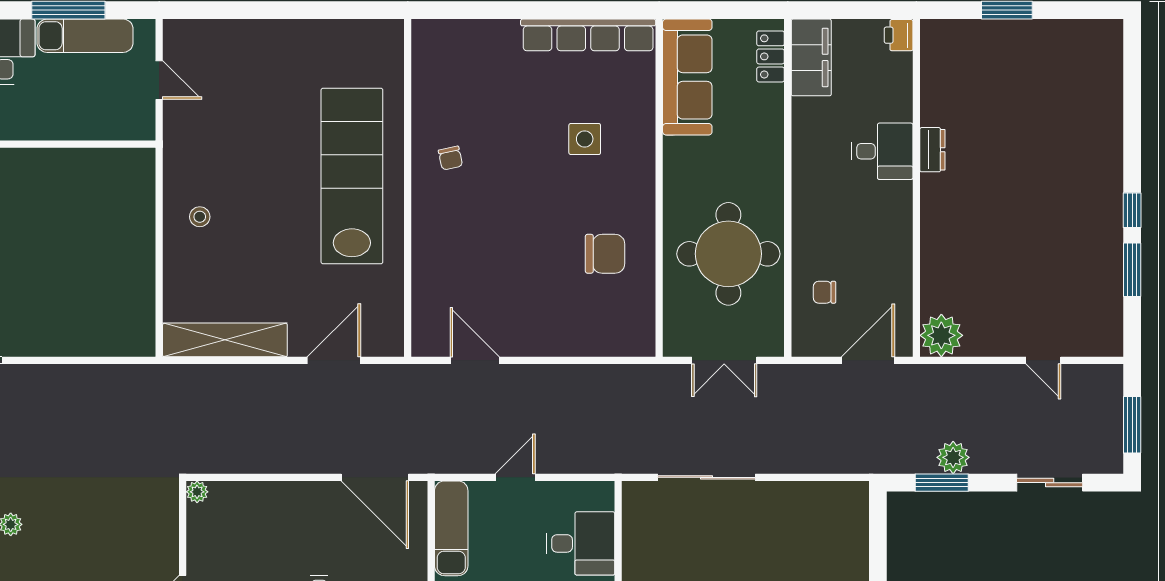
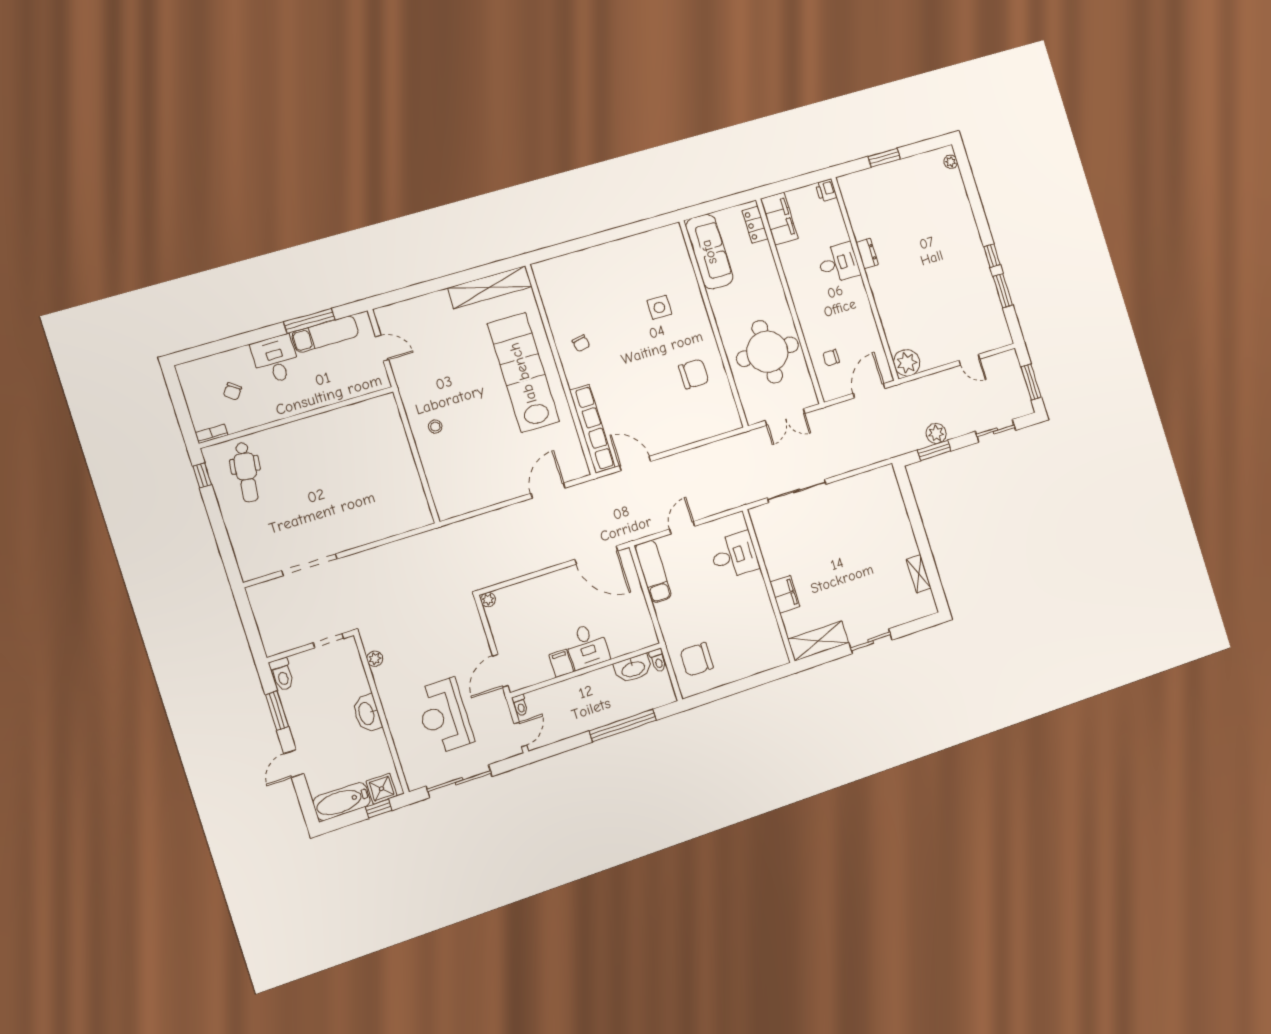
row of seats: (588, 35) -> (592, 429), moved, turned -90
plant: (1112, 46) -> (951, 162), added
shelving: (225, 340) -> (490, 287), moved

